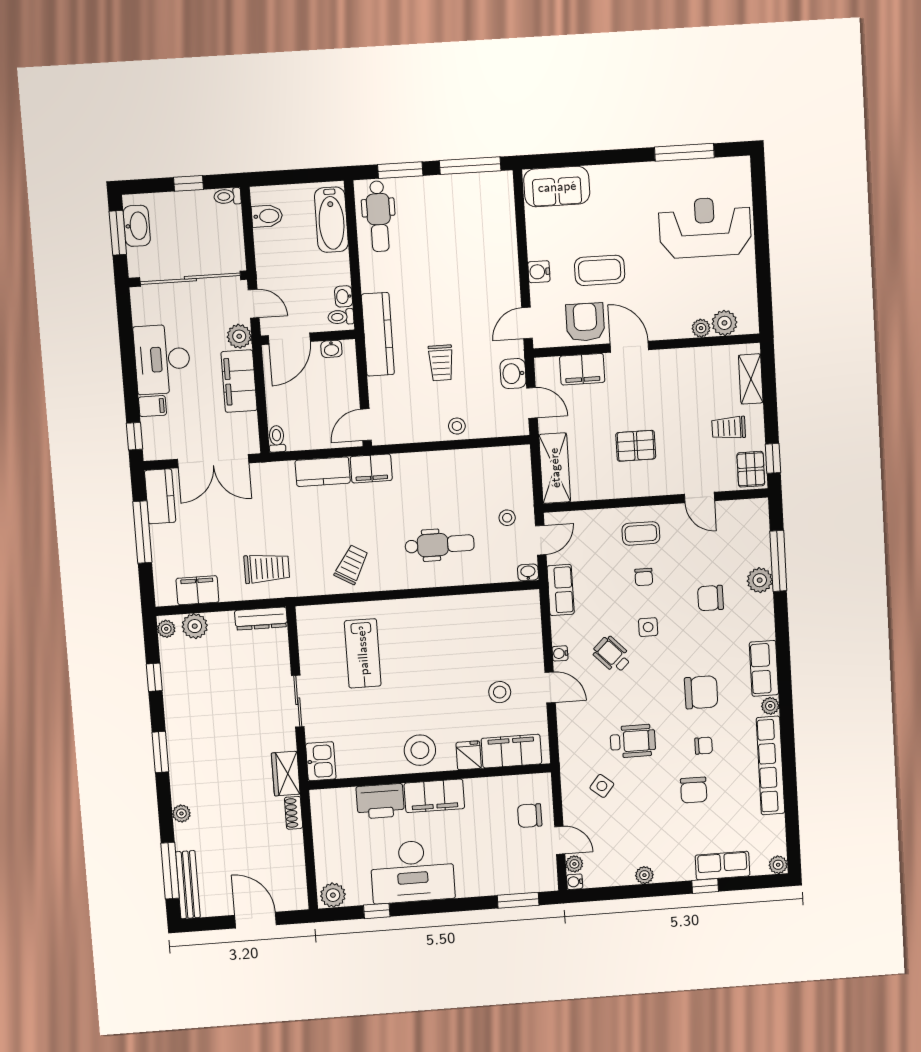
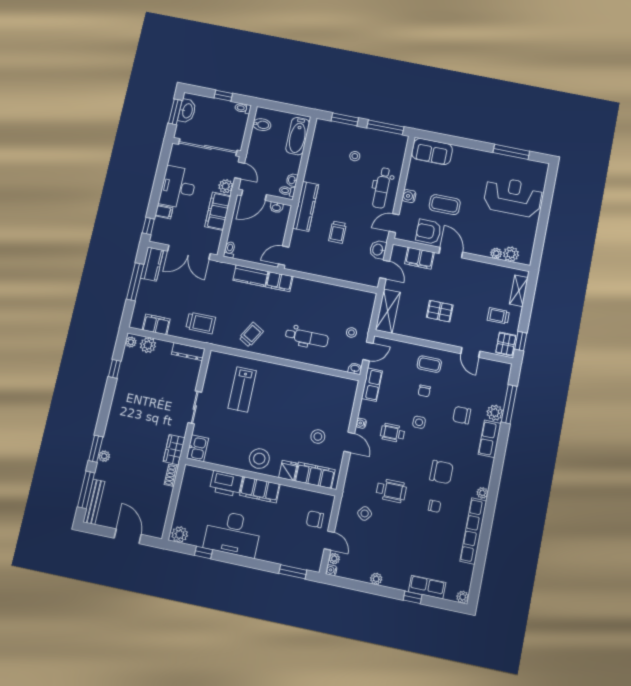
dental chair: (379, 216) -> (382, 188), moved
armchair: (585, 322) -> (428, 232), turned -90
stool: (457, 426) -> (355, 156), moved
wheelchair: (612, 655) -> (393, 433), turned -46
row of seats: (764, 668) -> (490, 439), moved
window: (160, 752) -> (96, 449), moved
chair: (694, 790) -> (421, 533), removed

